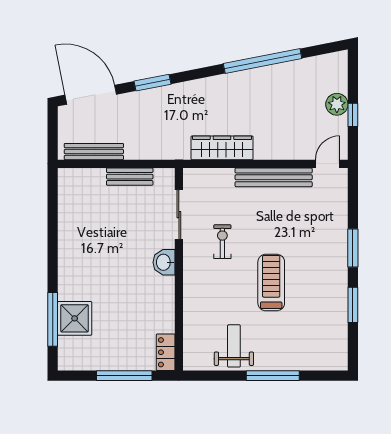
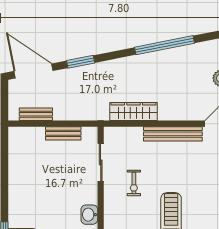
bench: (94, 152) -> (36, 114), width x0.73
exercise bike: (222, 242) -> (134, 183), turned 180
washbasin: (164, 262) -> (89, 215), moved

